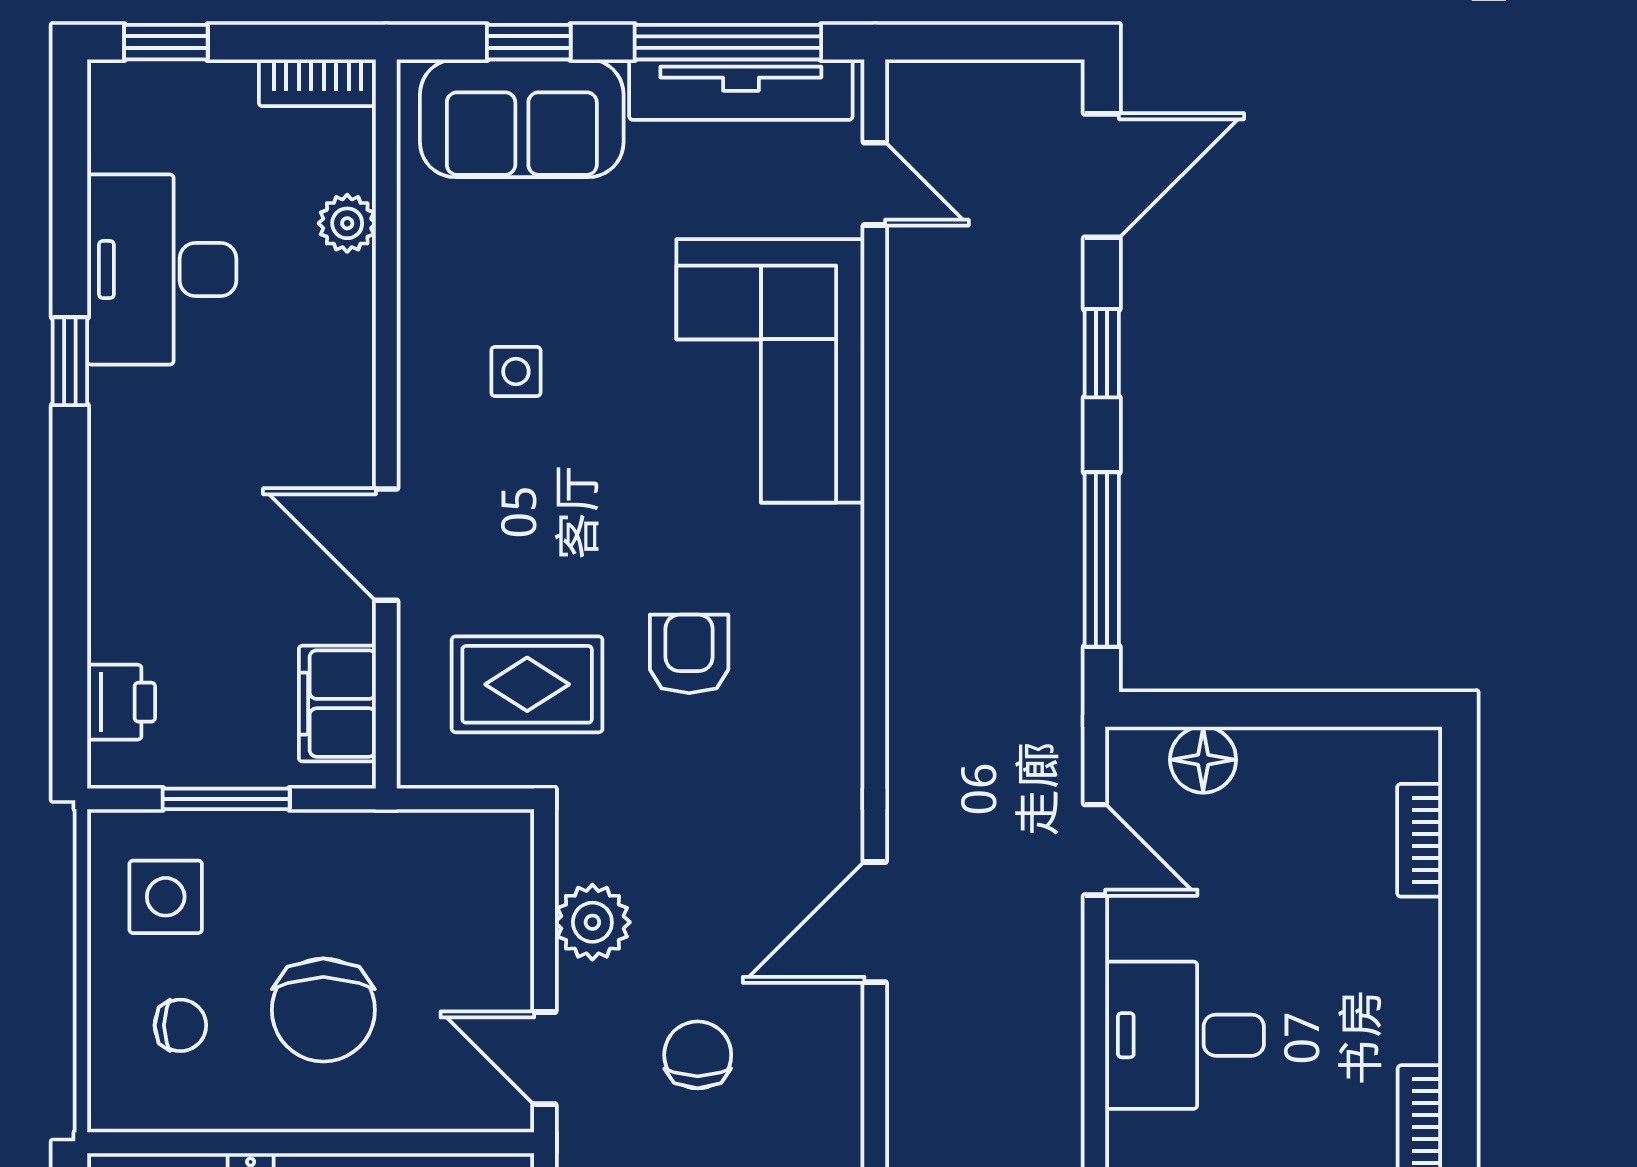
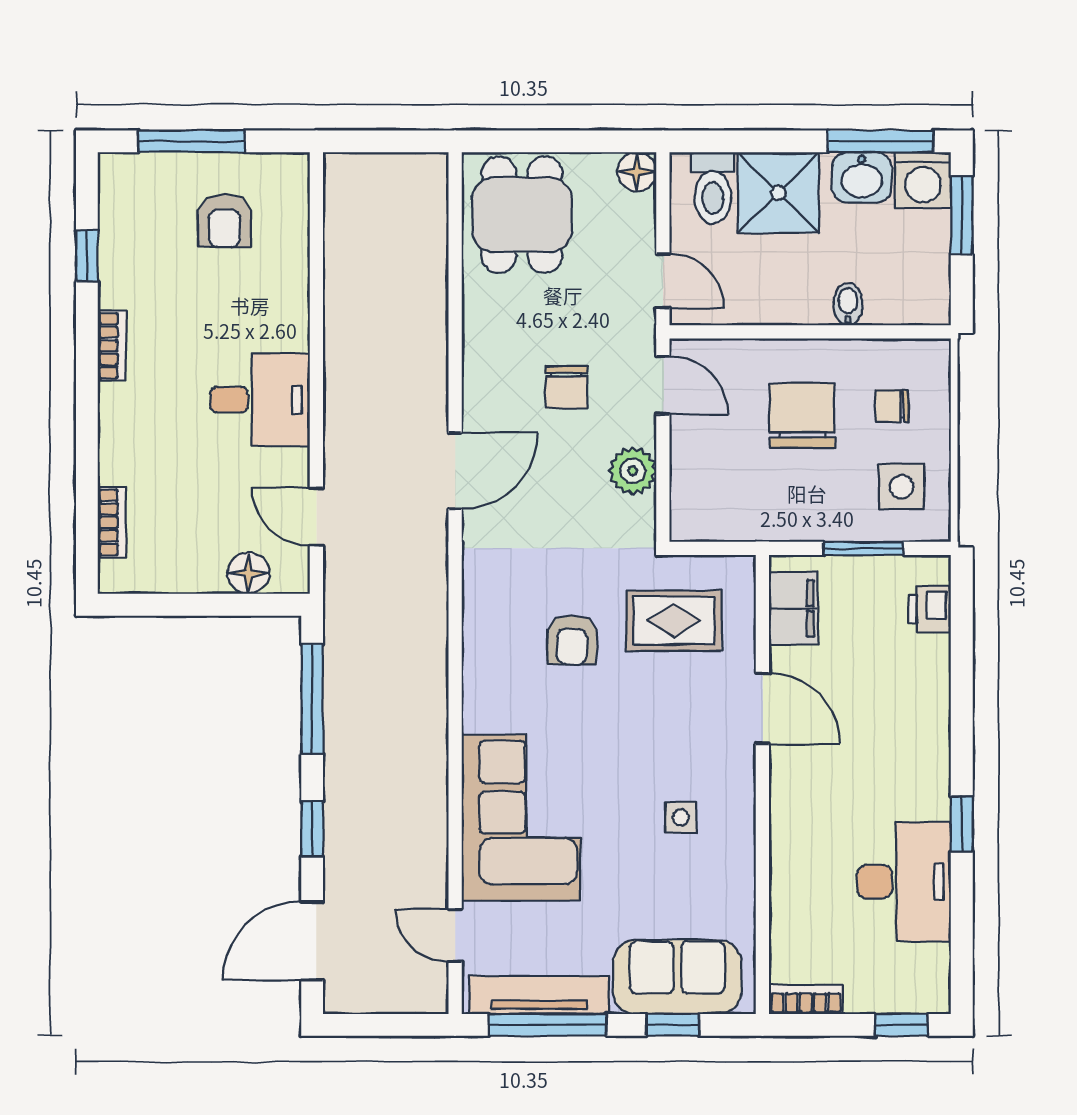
plant: (347, 223) -> (787, 911), removed

